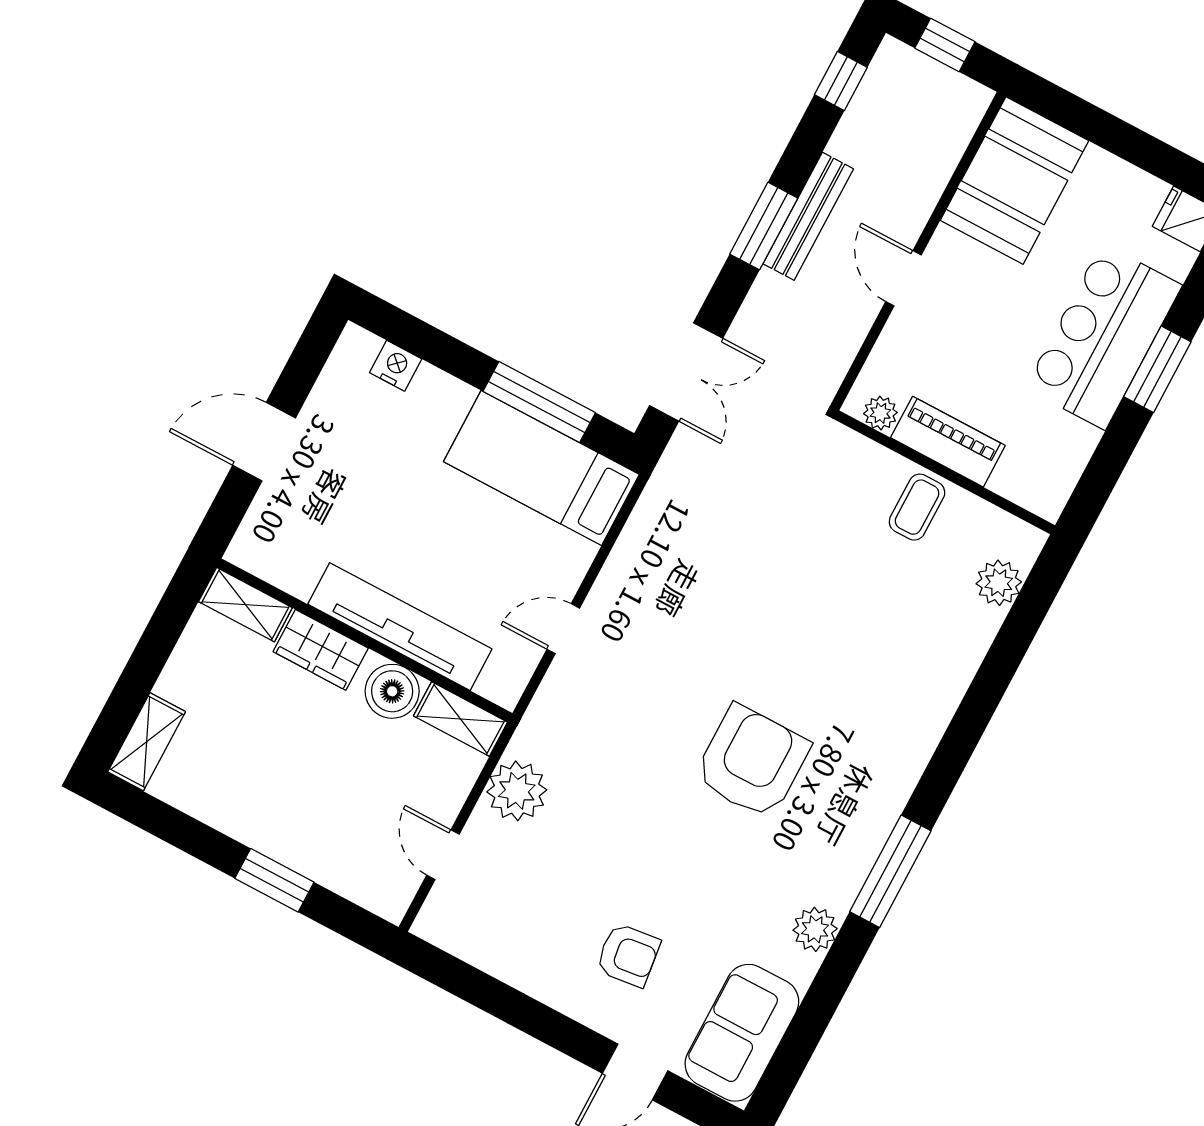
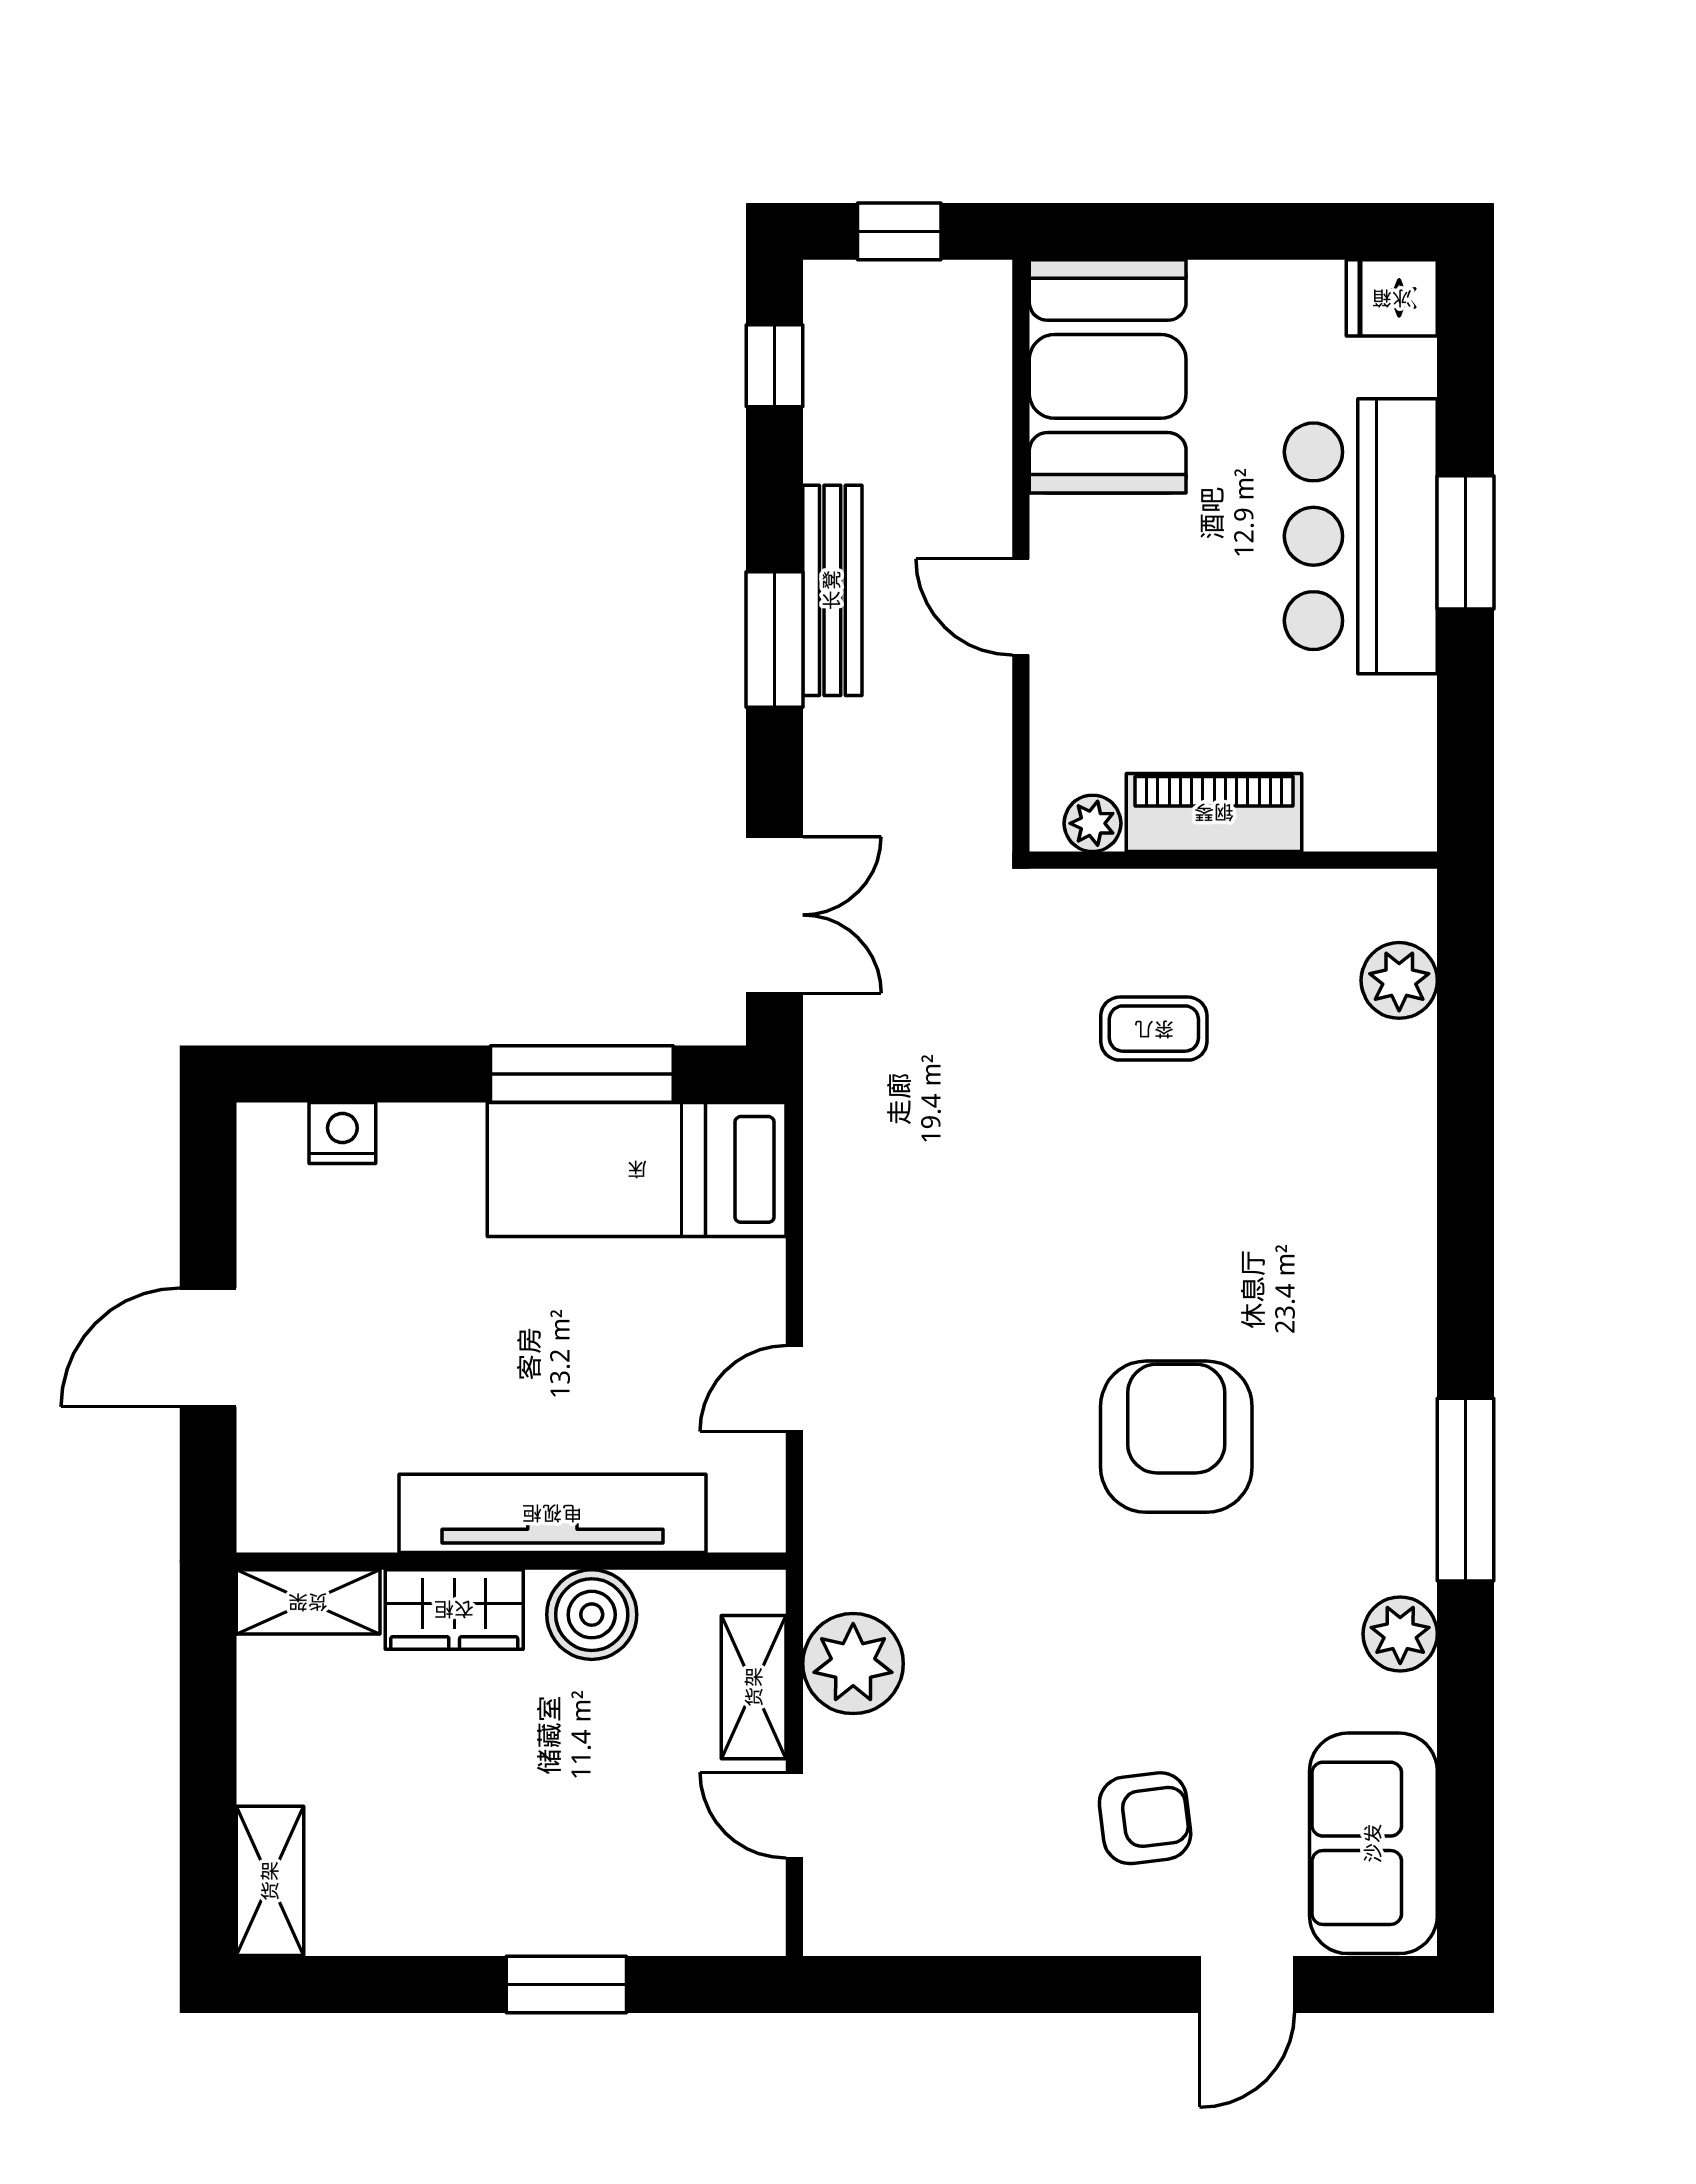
coffee table: (917, 507) -> (1154, 1029), moved, turned 90
shelving: (461, 719) -> (754, 1687), moved, turned 90

